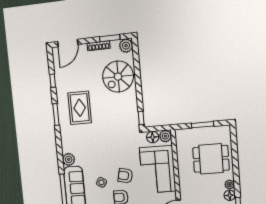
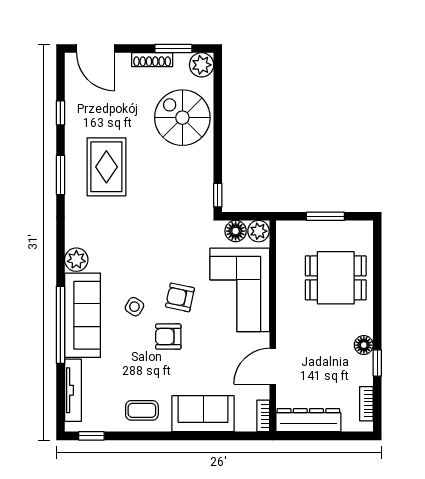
door: (68, 43) -> (96, 49), hinge flipped
spiral stairs: (118, 77) -> (182, 118), turned 90
plant: (230, 184) -> (365, 326), removed

